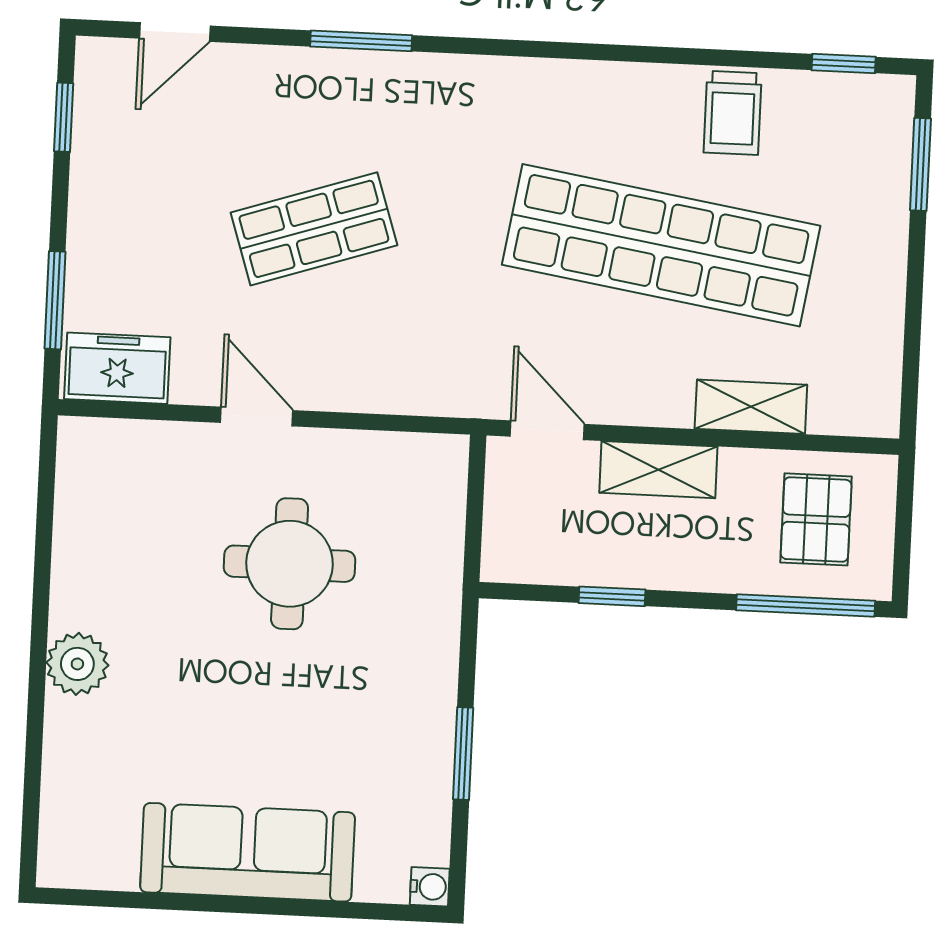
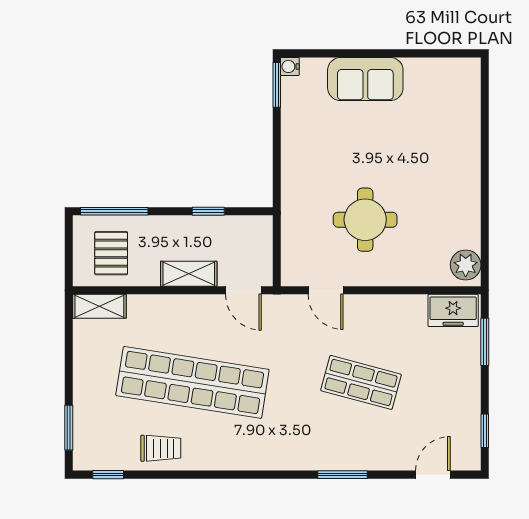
trolley: (733, 113) -> (161, 448), turned 90
shop shelf: (314, 229) -> (361, 382), turned 33
shelving: (751, 407) -> (99, 306), moved
door: (257, 416) -> (326, 290), moved
plant: (77, 664) -> (466, 265), moved
window: (463, 754) -> (277, 85), moved
sofa: (248, 852) -> (365, 79), width x0.73

